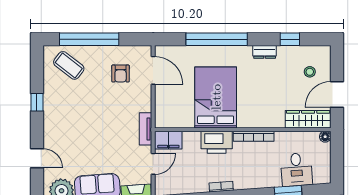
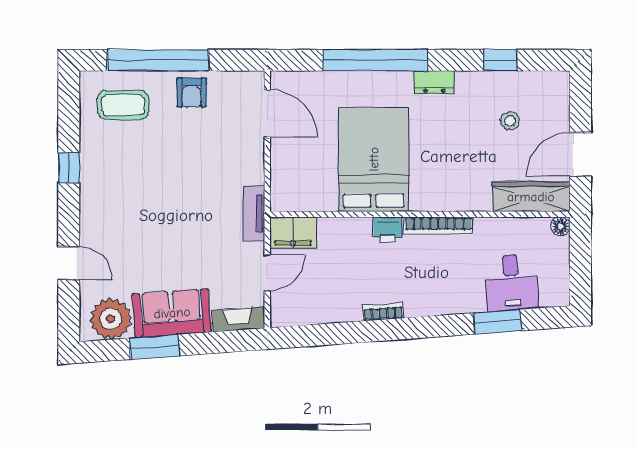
dresser: (265, 52) -> (434, 82), moved
coffee table: (69, 65) -> (123, 105), turned -38
stool: (310, 72) -> (510, 121), moved
armchair: (121, 74) -> (192, 93), moved
printer: (217, 142) -> (388, 230), width x0.53, depth x0.68

